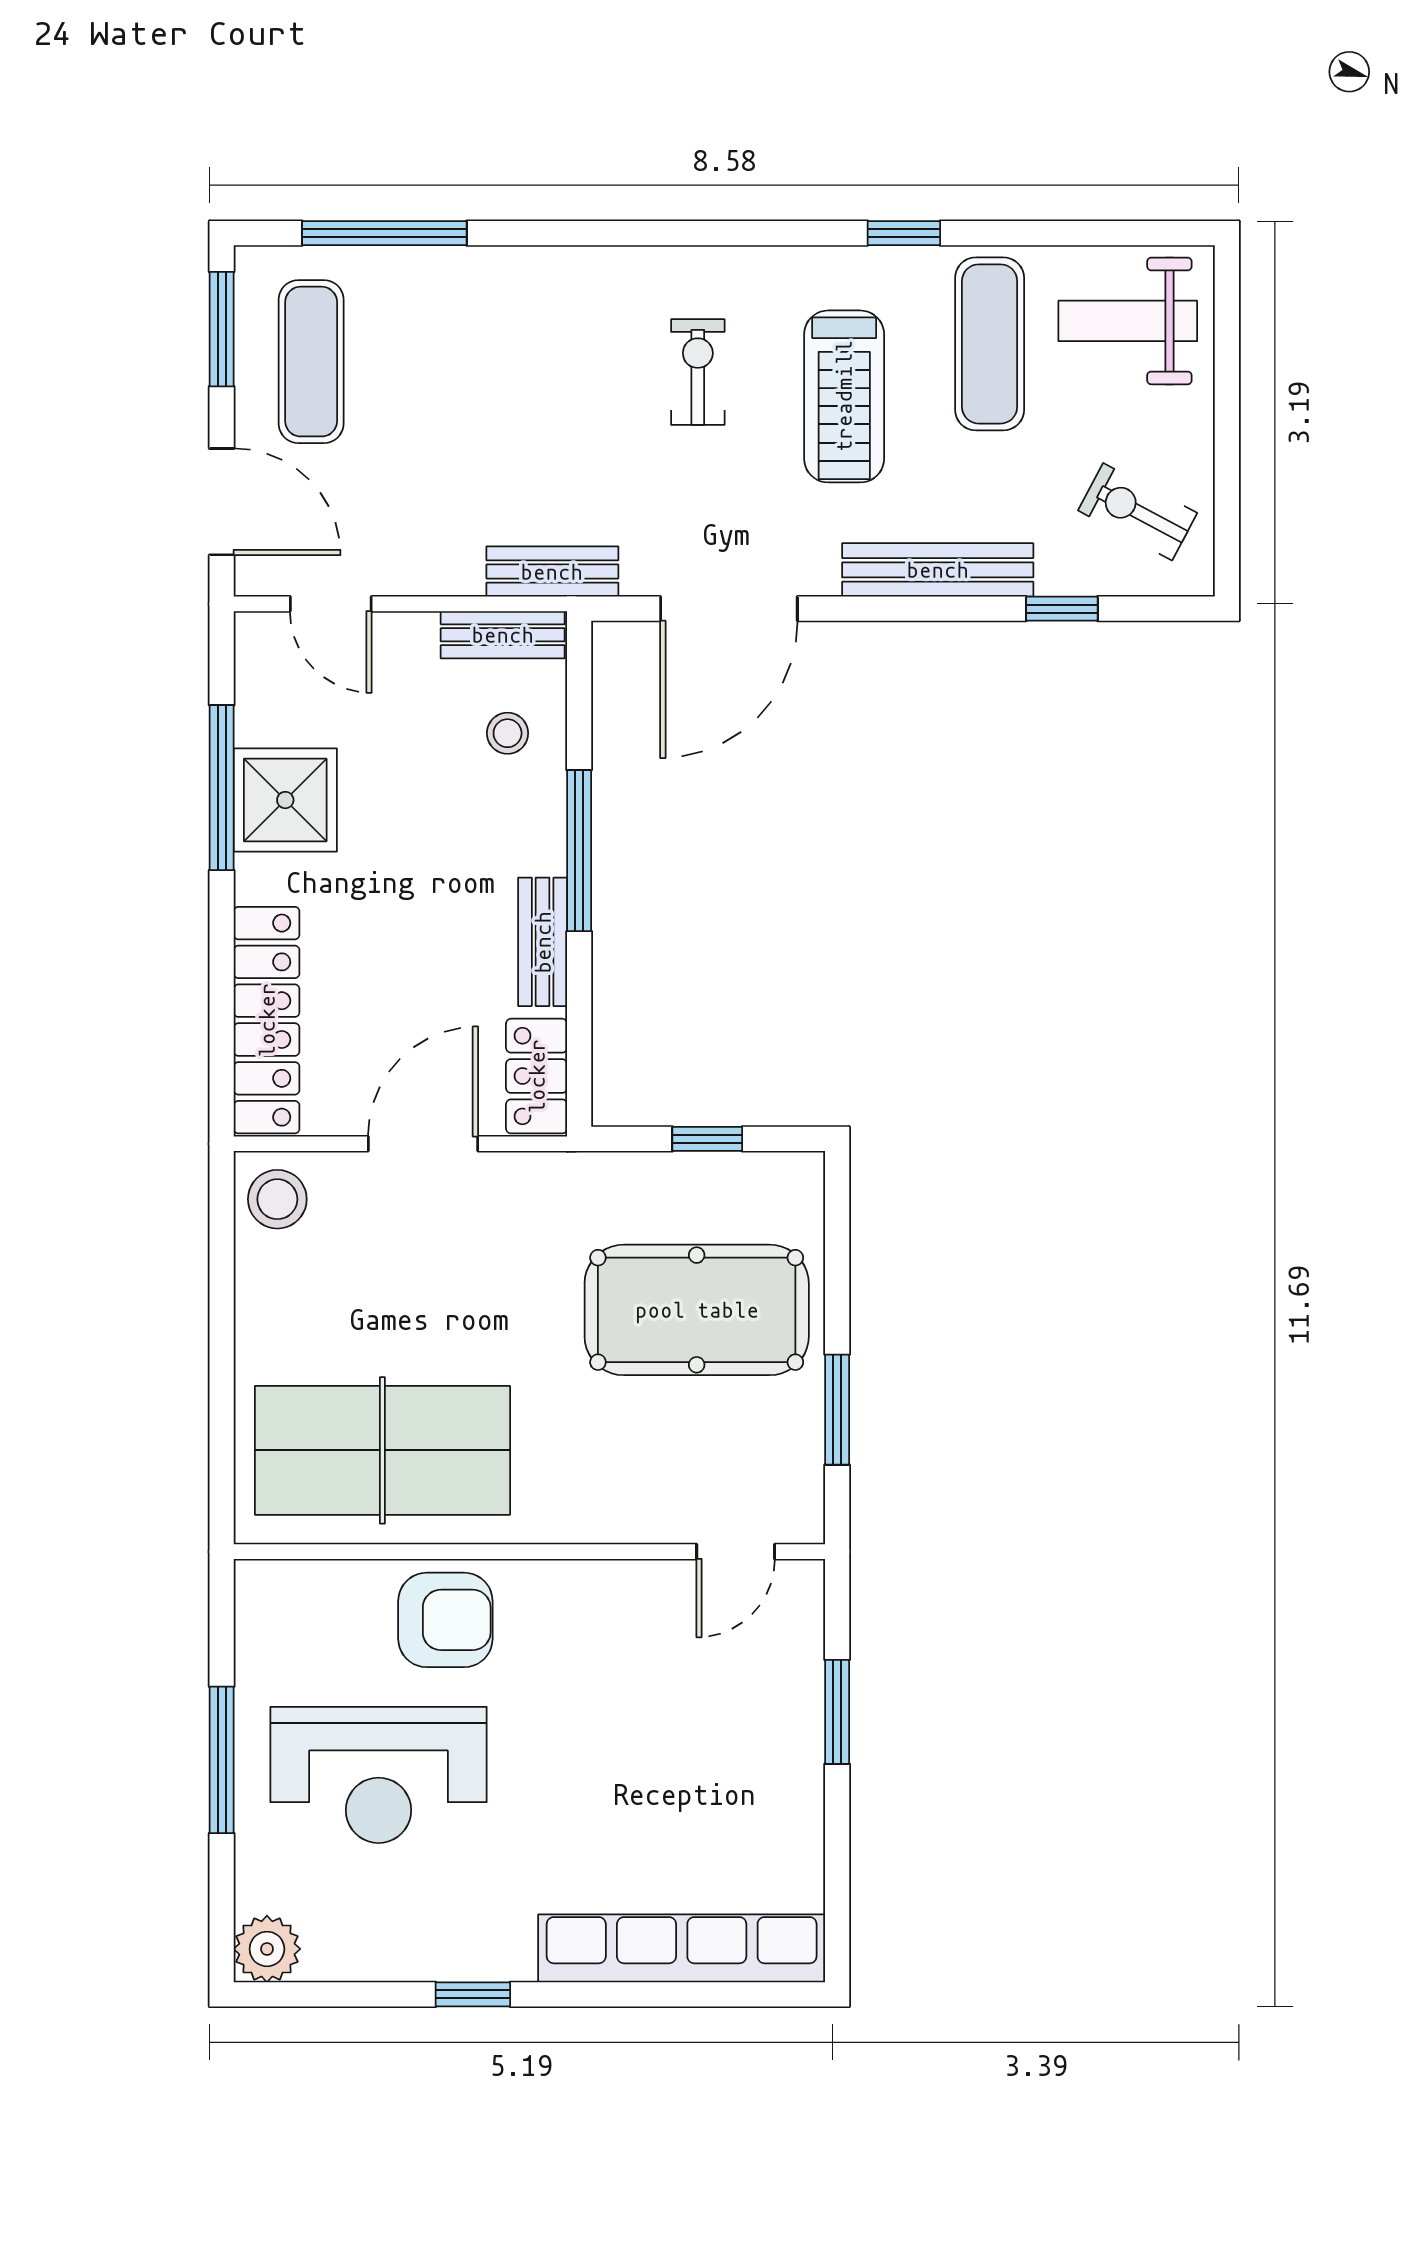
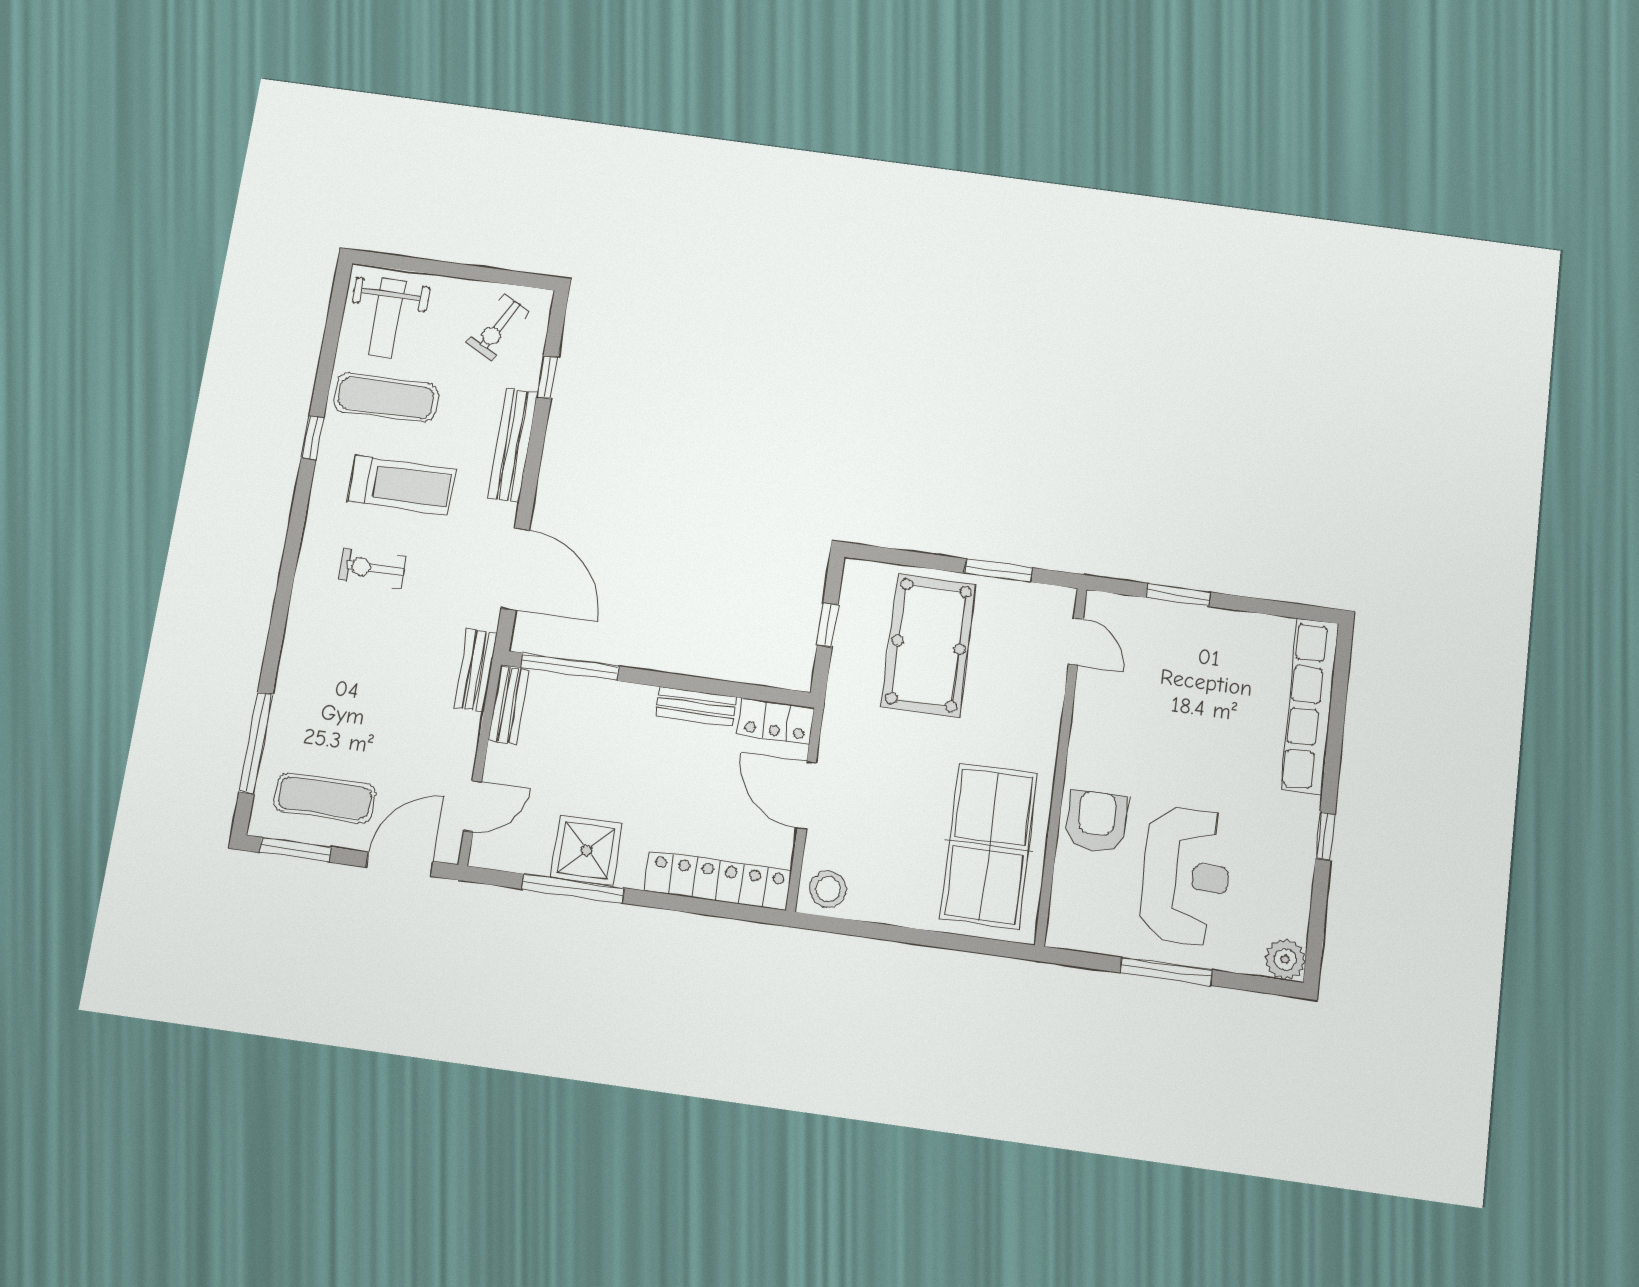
stool: (508, 733) -> (568, 710), removed
window: (579, 851) -> (570, 667), moved

